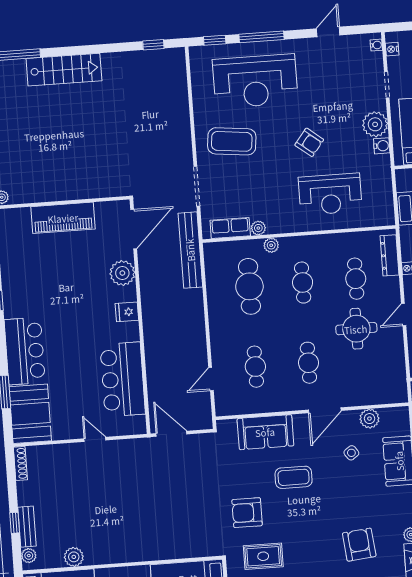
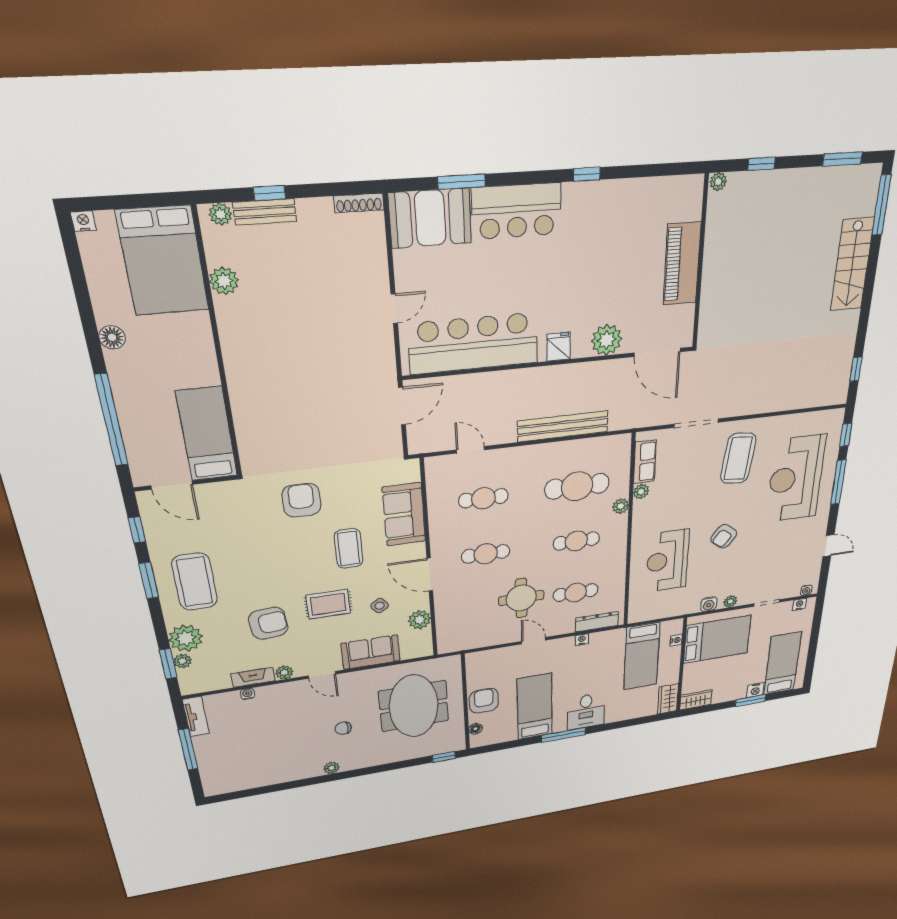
plant: (375, 124) -> (730, 601), width x0.53, depth x0.53
bench: (190, 250) -> (563, 426), moved
bar counter: (123, 379) -> (474, 343), width x1.36
rug: (263, 556) -> (328, 604), moved, turned 90

